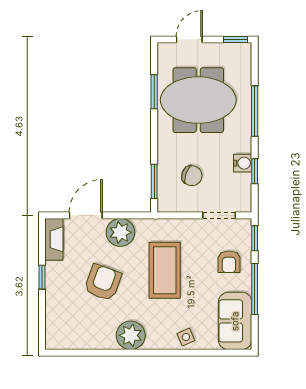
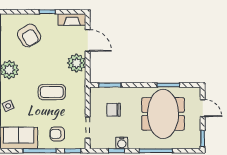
chair: (192, 176) -> (114, 110), turned 71
coffee table: (165, 270) -> (52, 92), width x0.73, depth x0.76
armchair: (103, 282) -> (29, 36), moved, turned 39

